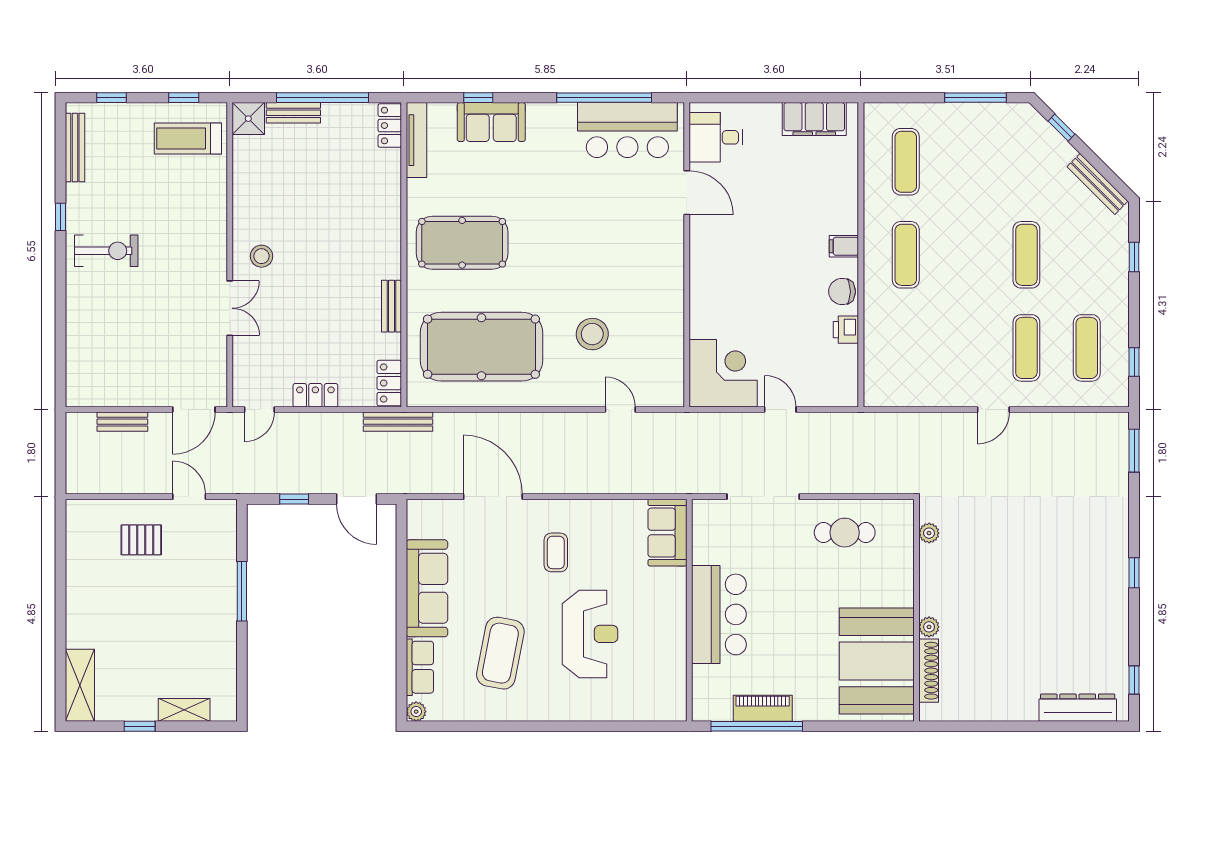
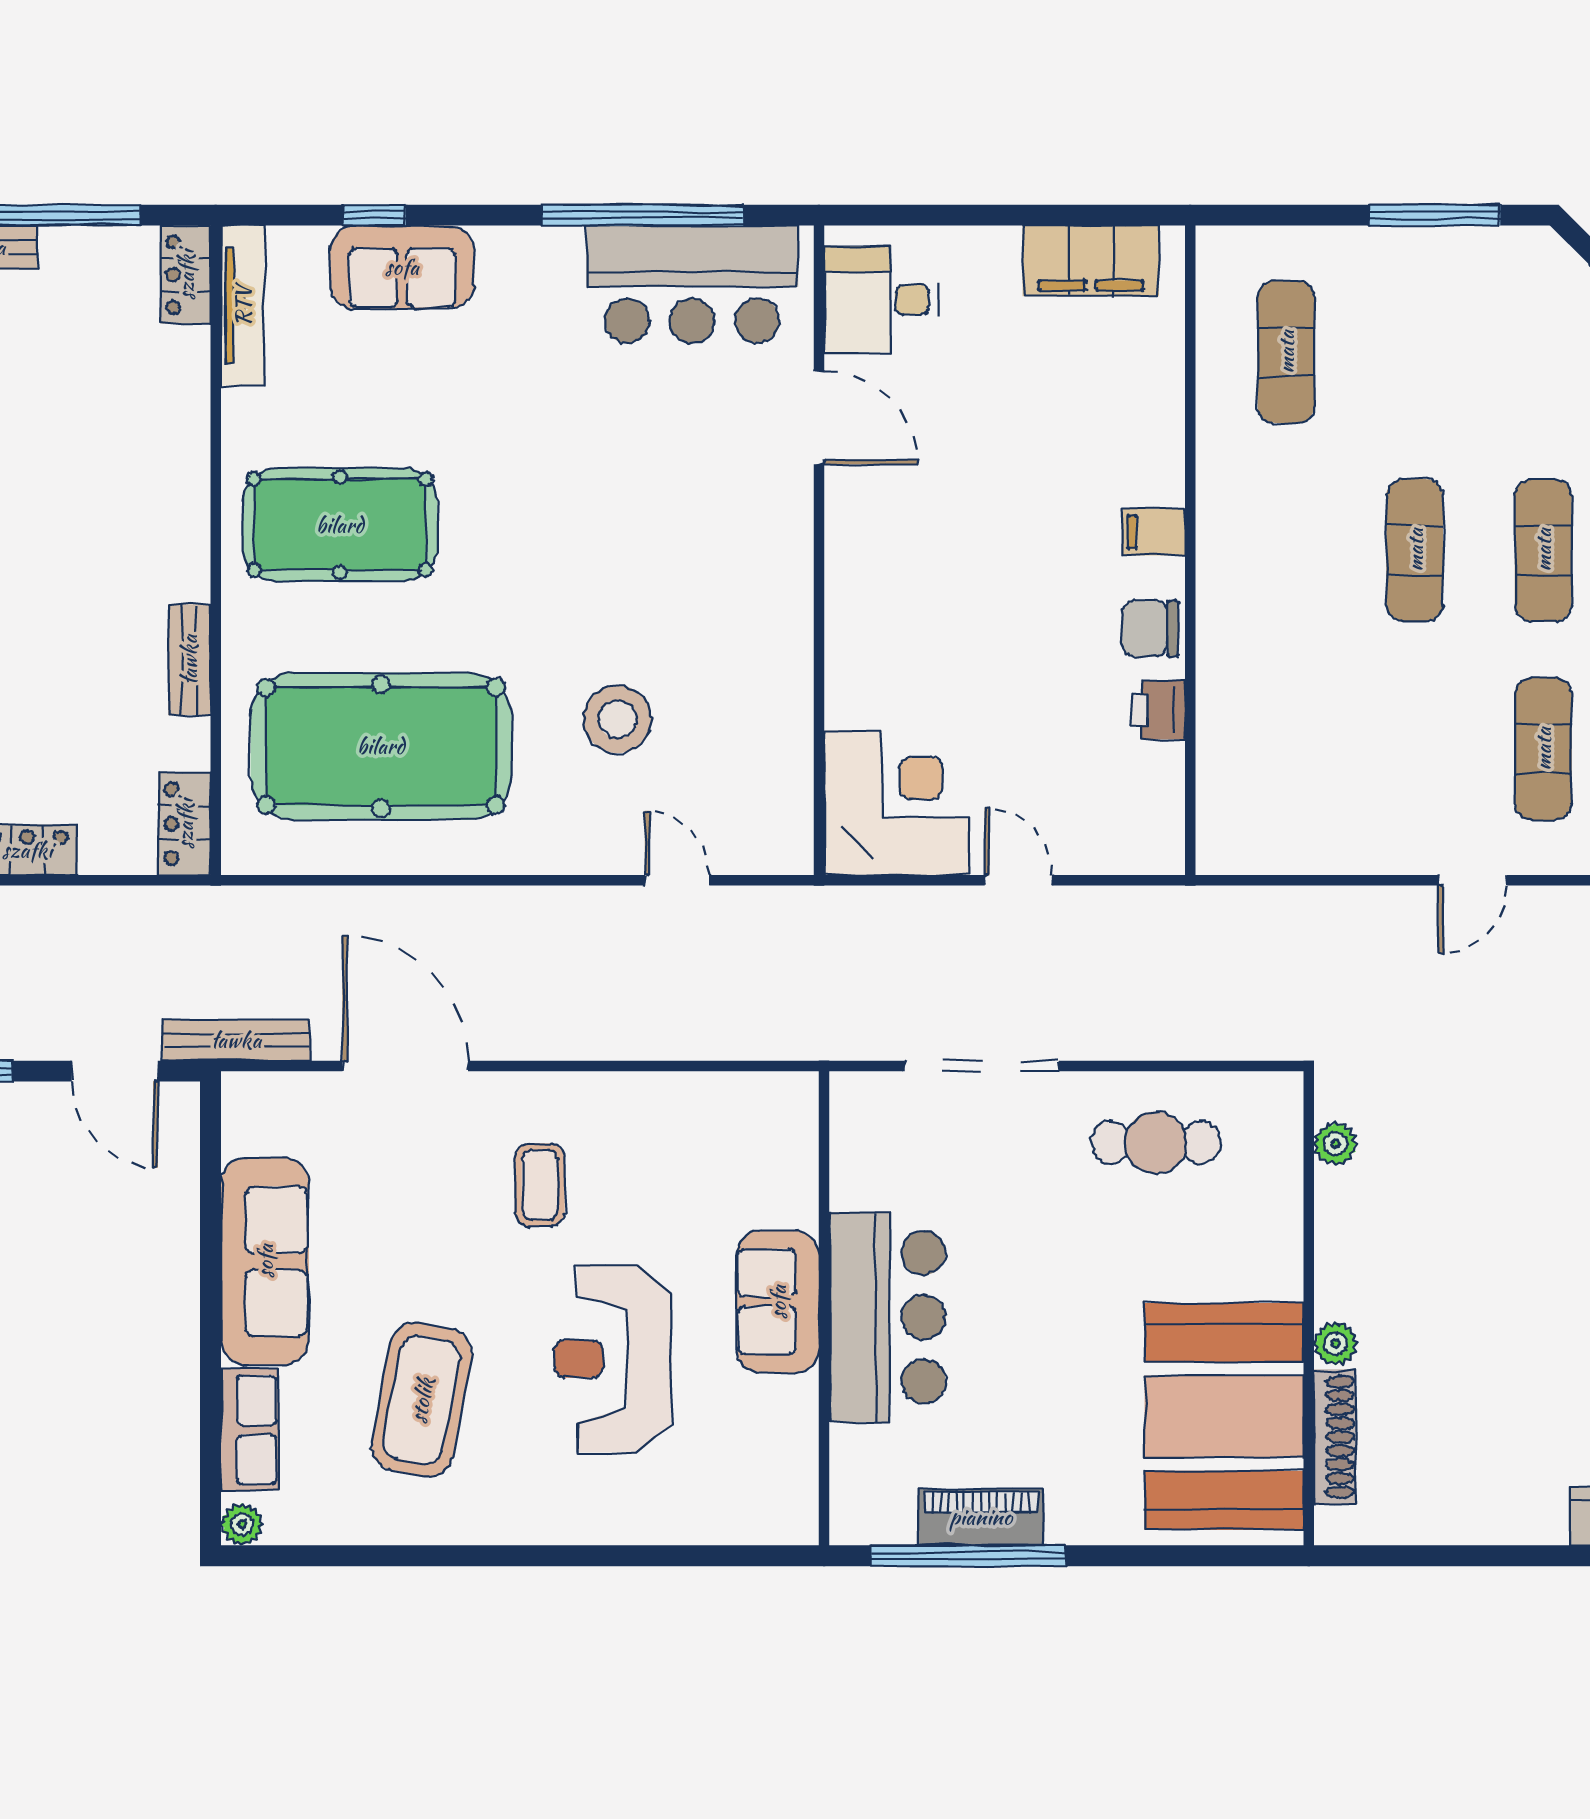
exercise mat: (906, 255) -> (1415, 550), moved
bench: (398, 422) -> (236, 1040), moved
sofa: (667, 533) -> (778, 1302), moved
reception desk: (590, 634) -> (613, 1359), turned 180

